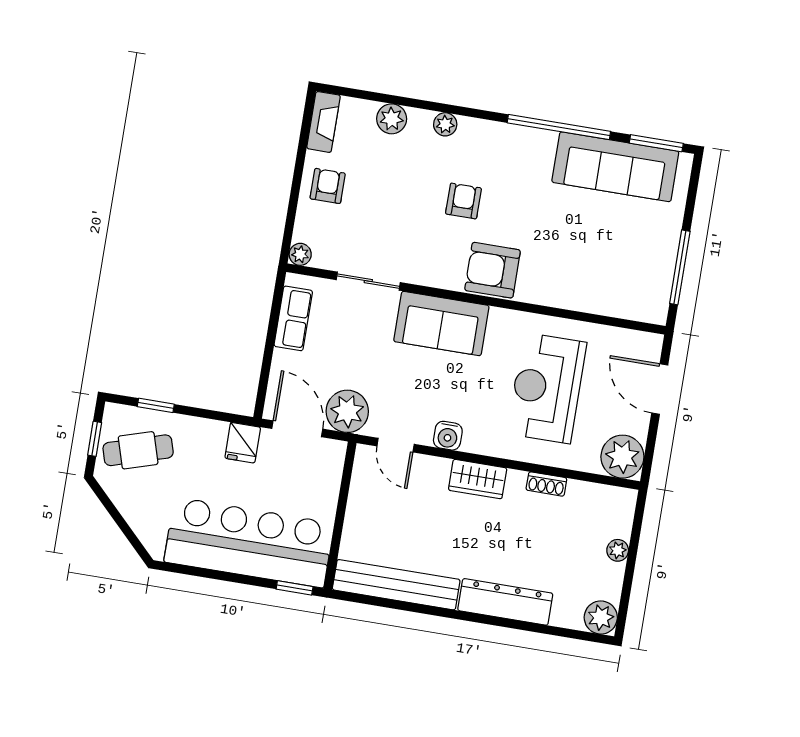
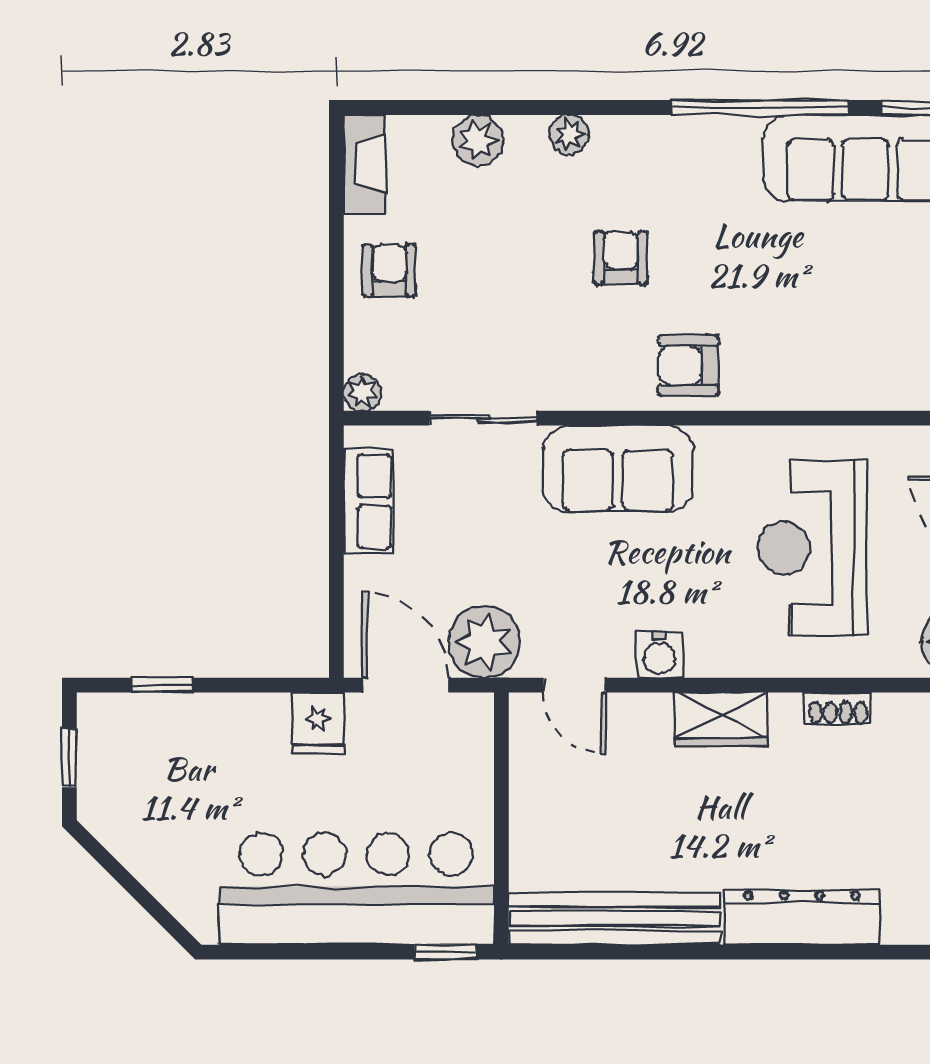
armchair: (493, 270) -> (689, 365), width x0.72, depth x0.72
cafe table: (138, 450) -> (145, 765), removed

